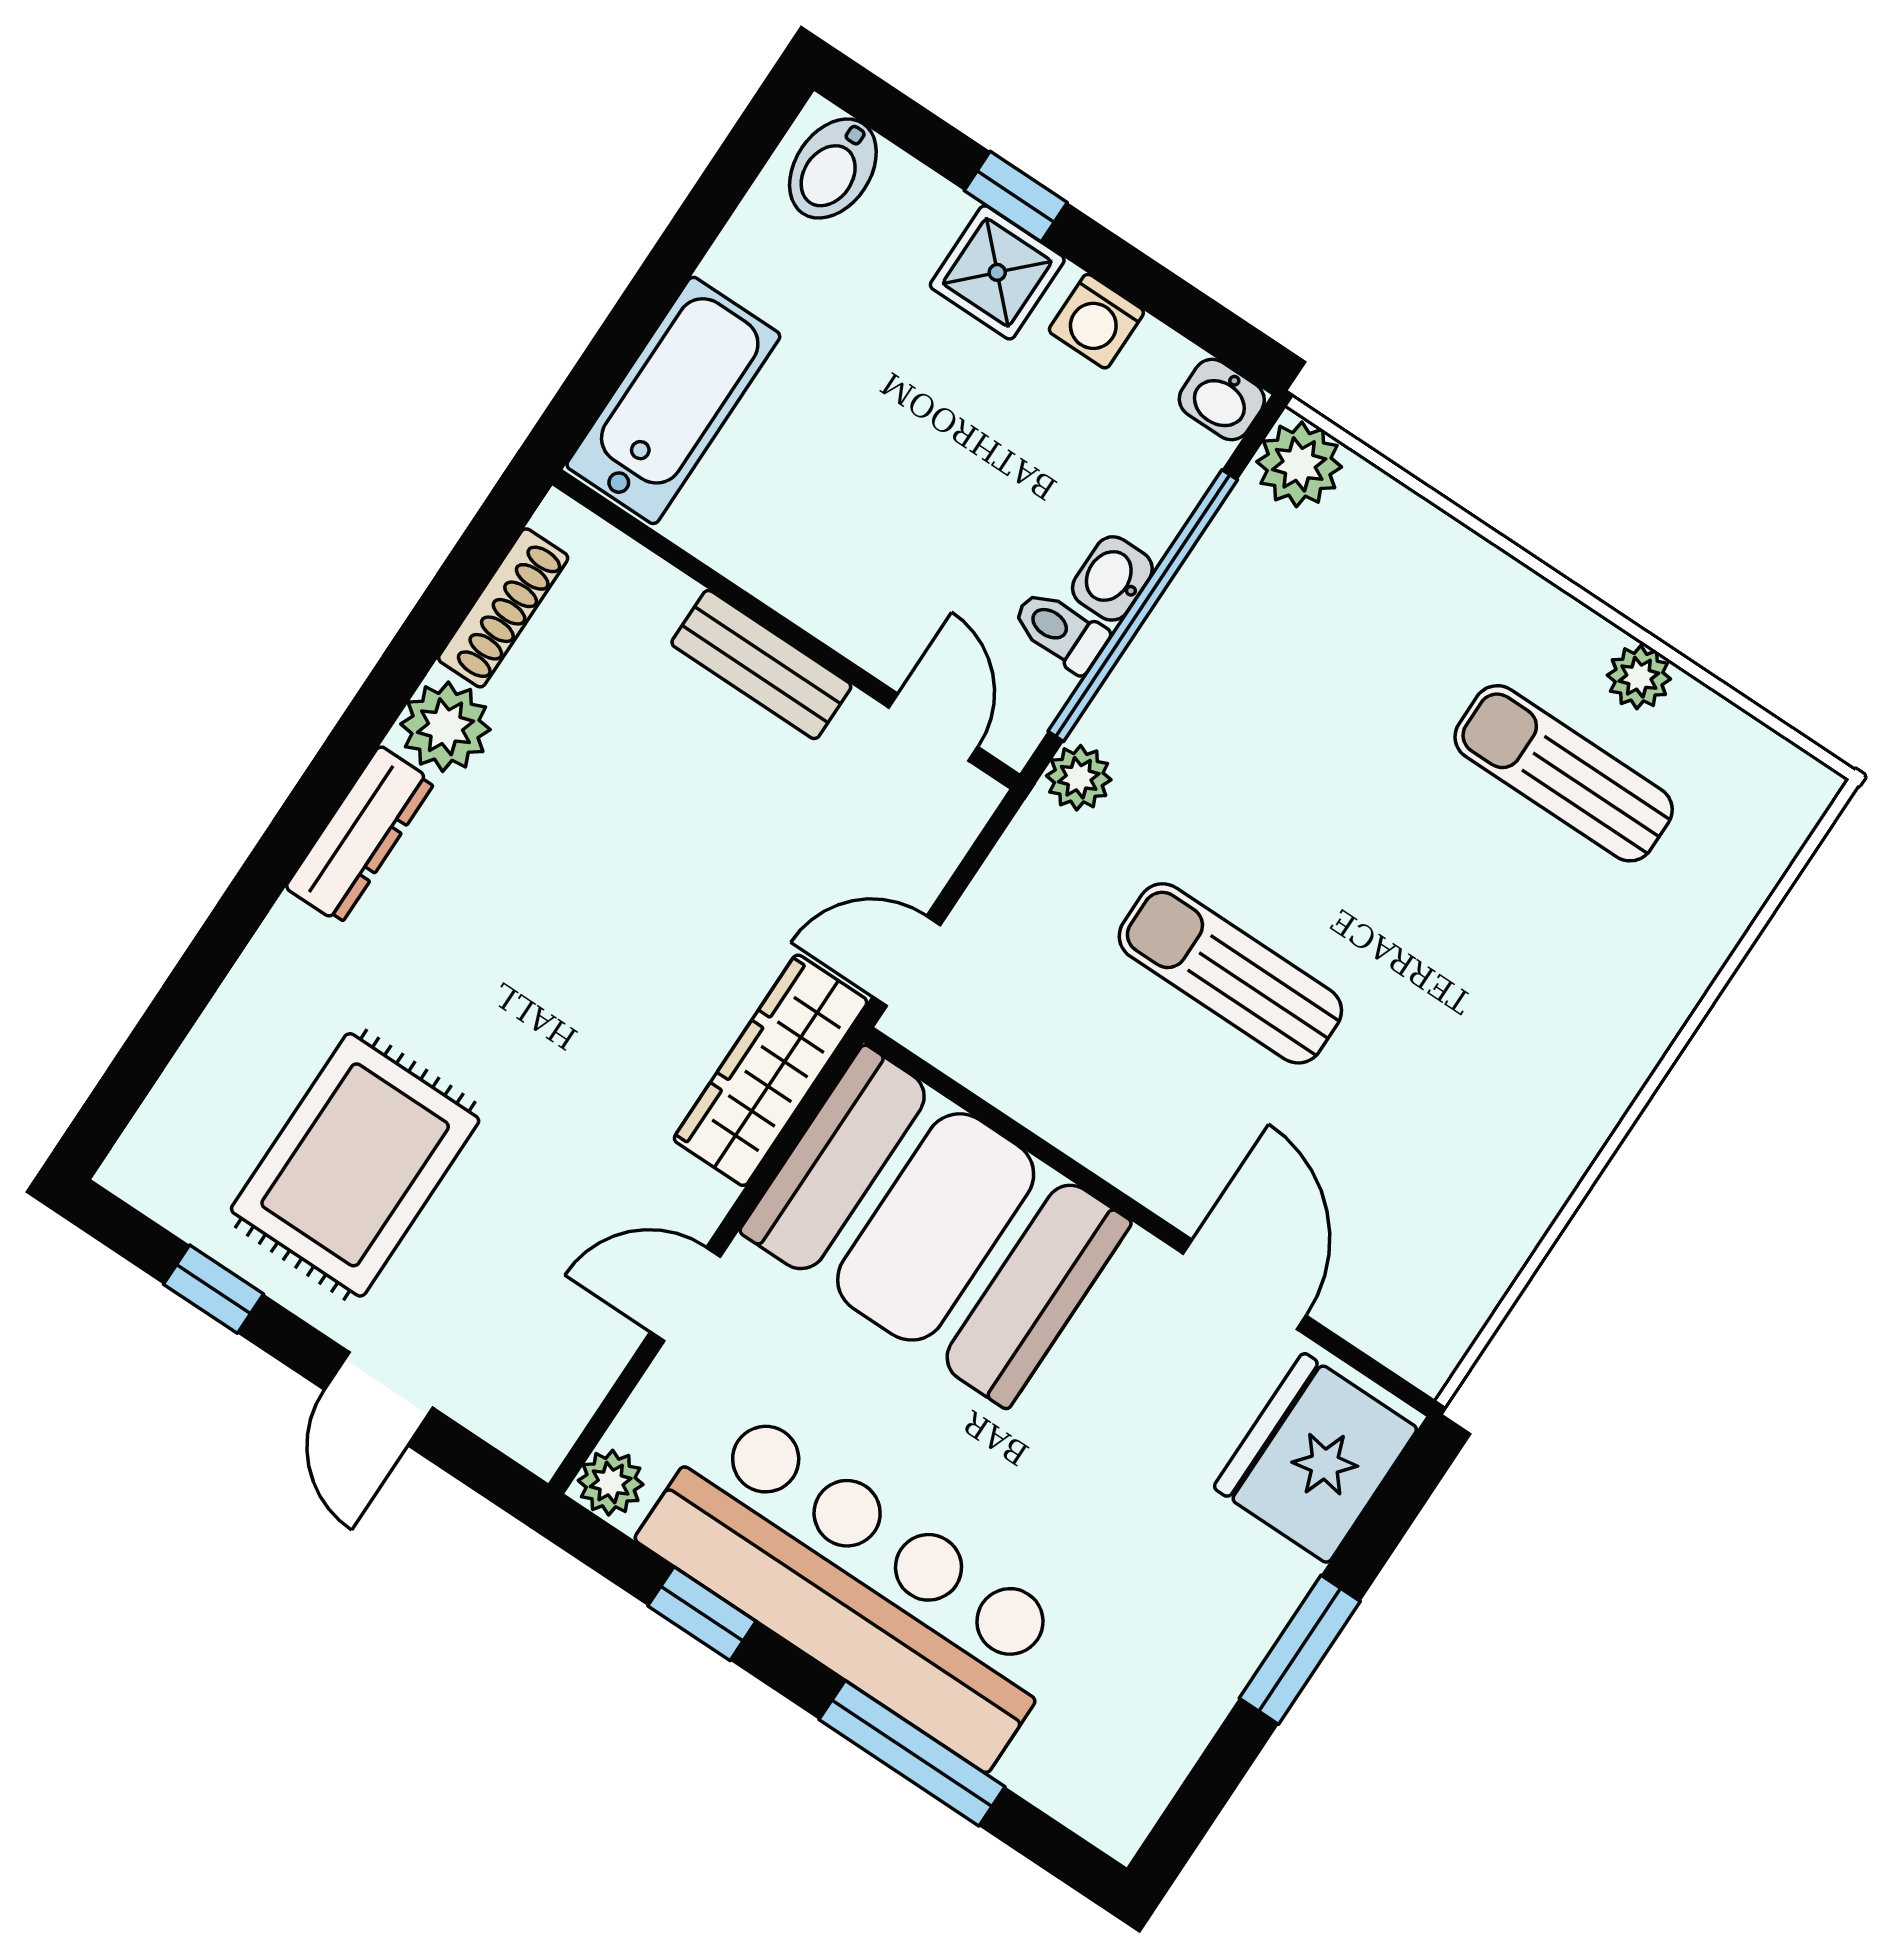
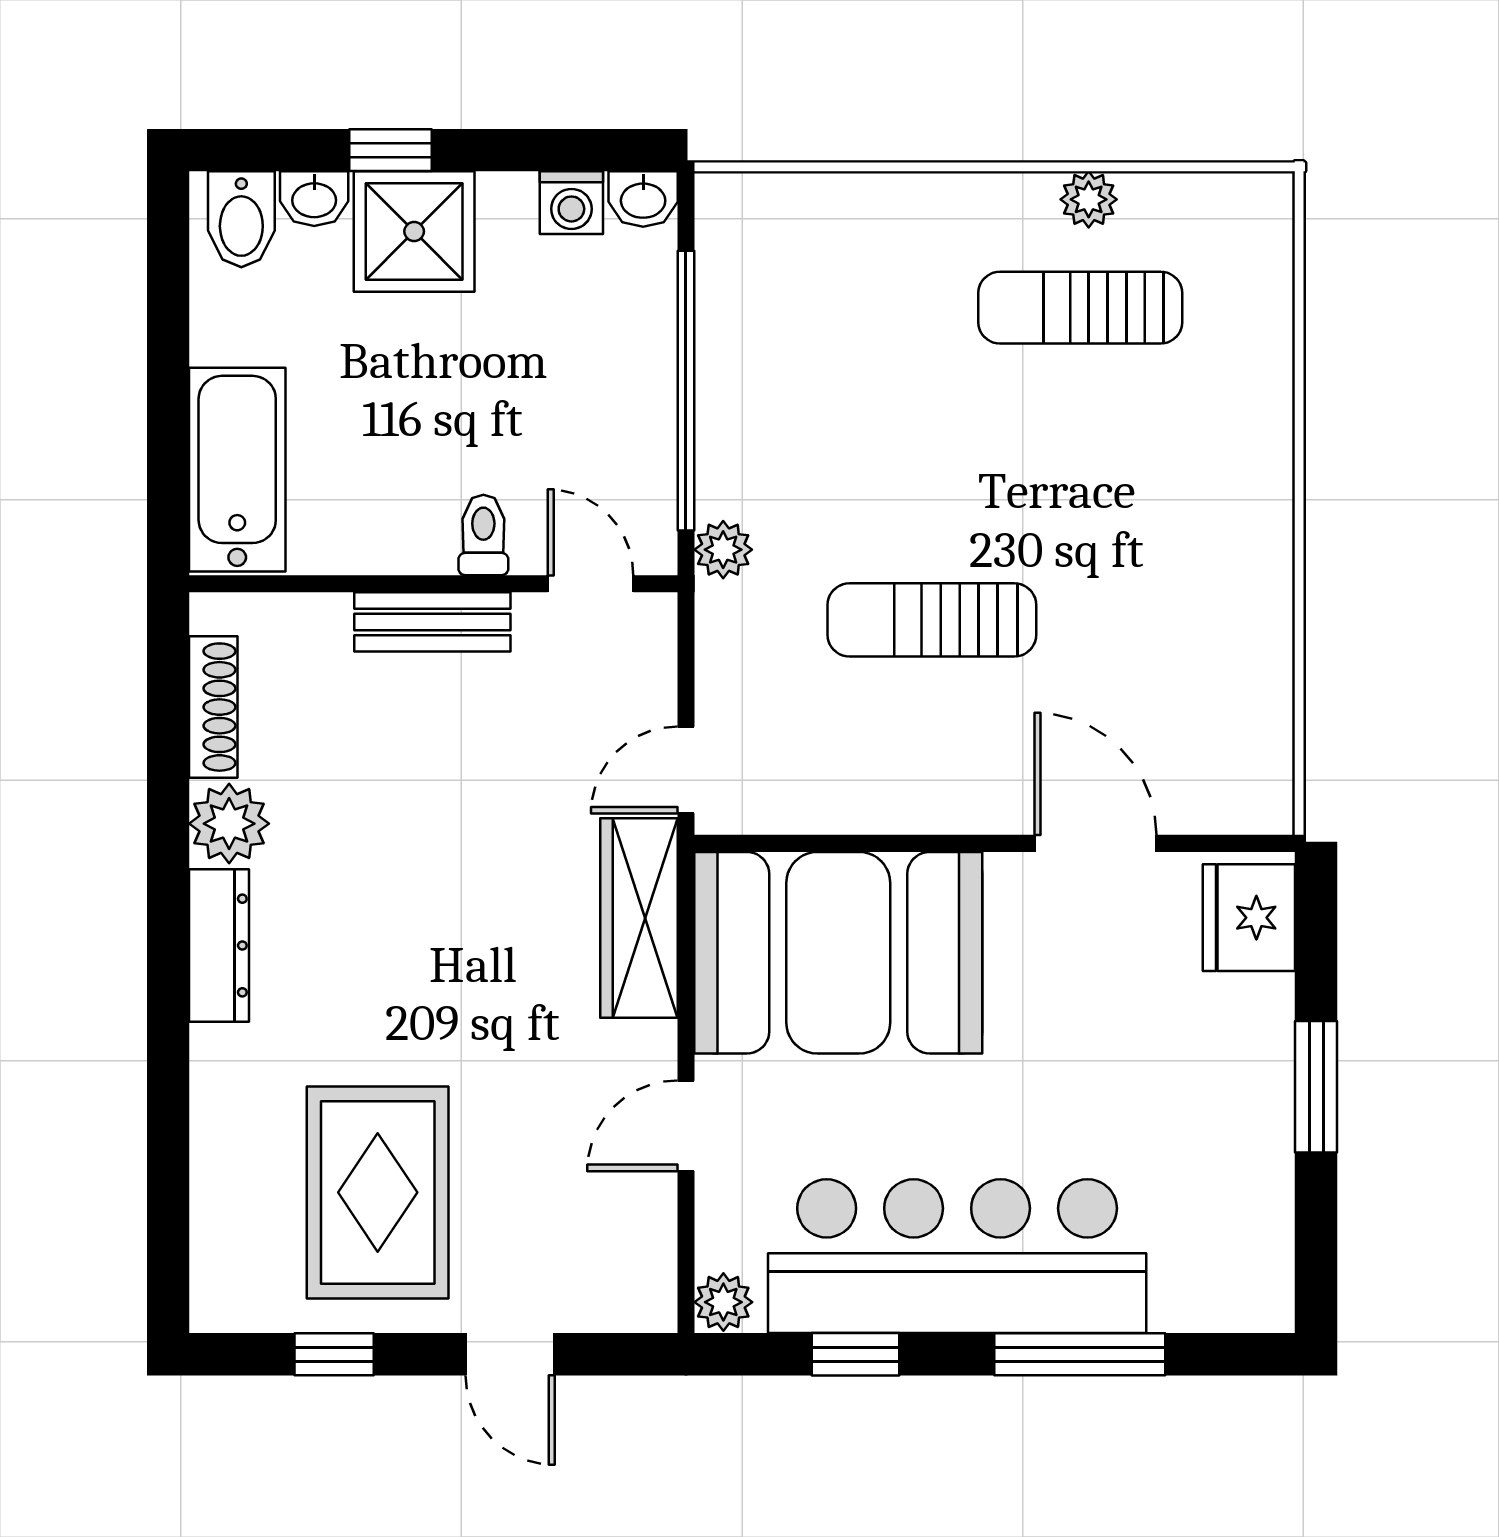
shower: (997, 272) -> (414, 231), width x1.36, depth x1.36
washing machine: (1096, 321) -> (571, 203), moved
plant: (1299, 464) -> (732, 209), removed
washbasin: (1112, 578) -> (314, 199), moved, turned -90
toilet: (1060, 631) -> (483, 535), moved, turned 90
fridge: (1316, 1458) -> (1249, 918), width x0.73, depth x0.75

